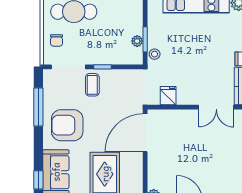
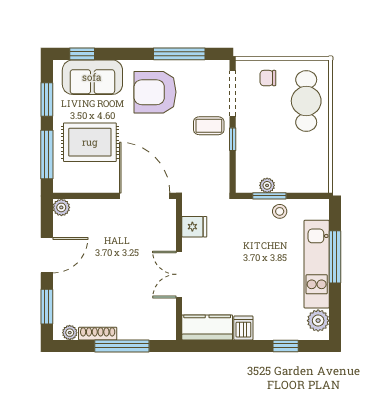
stool: (155, 54) -> (280, 211), moved
double door: (216, 107) -> (179, 274), moved
armchair: (67, 125) -> (155, 92), turned -90

